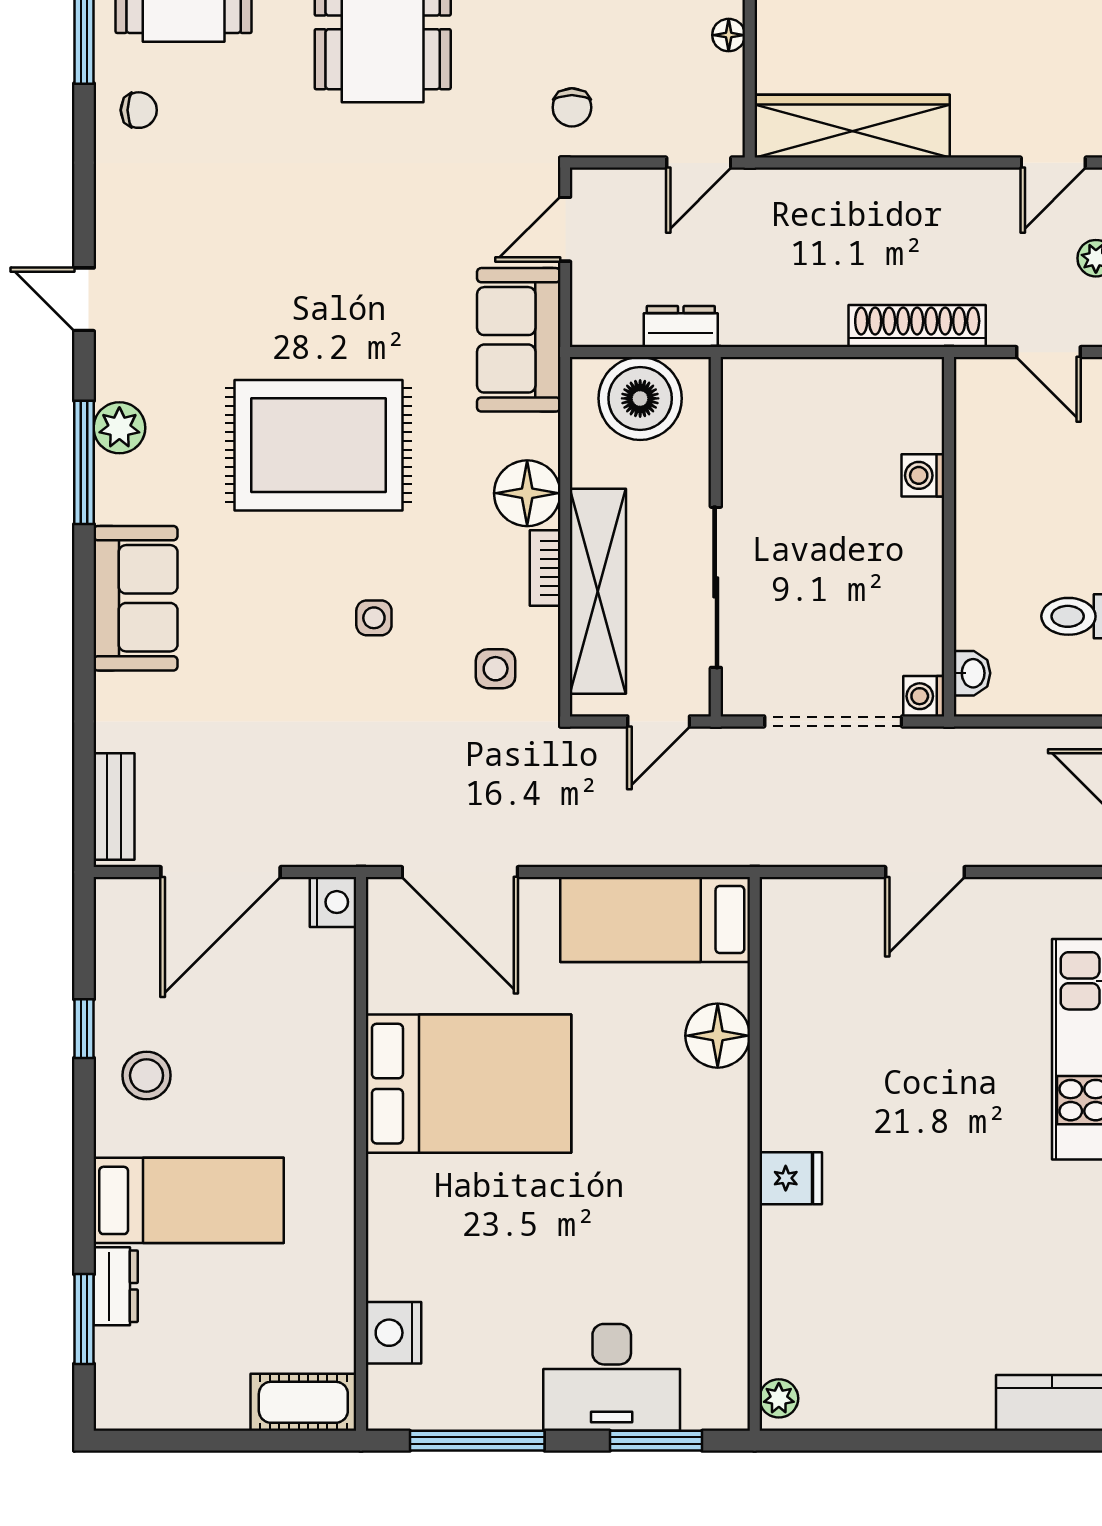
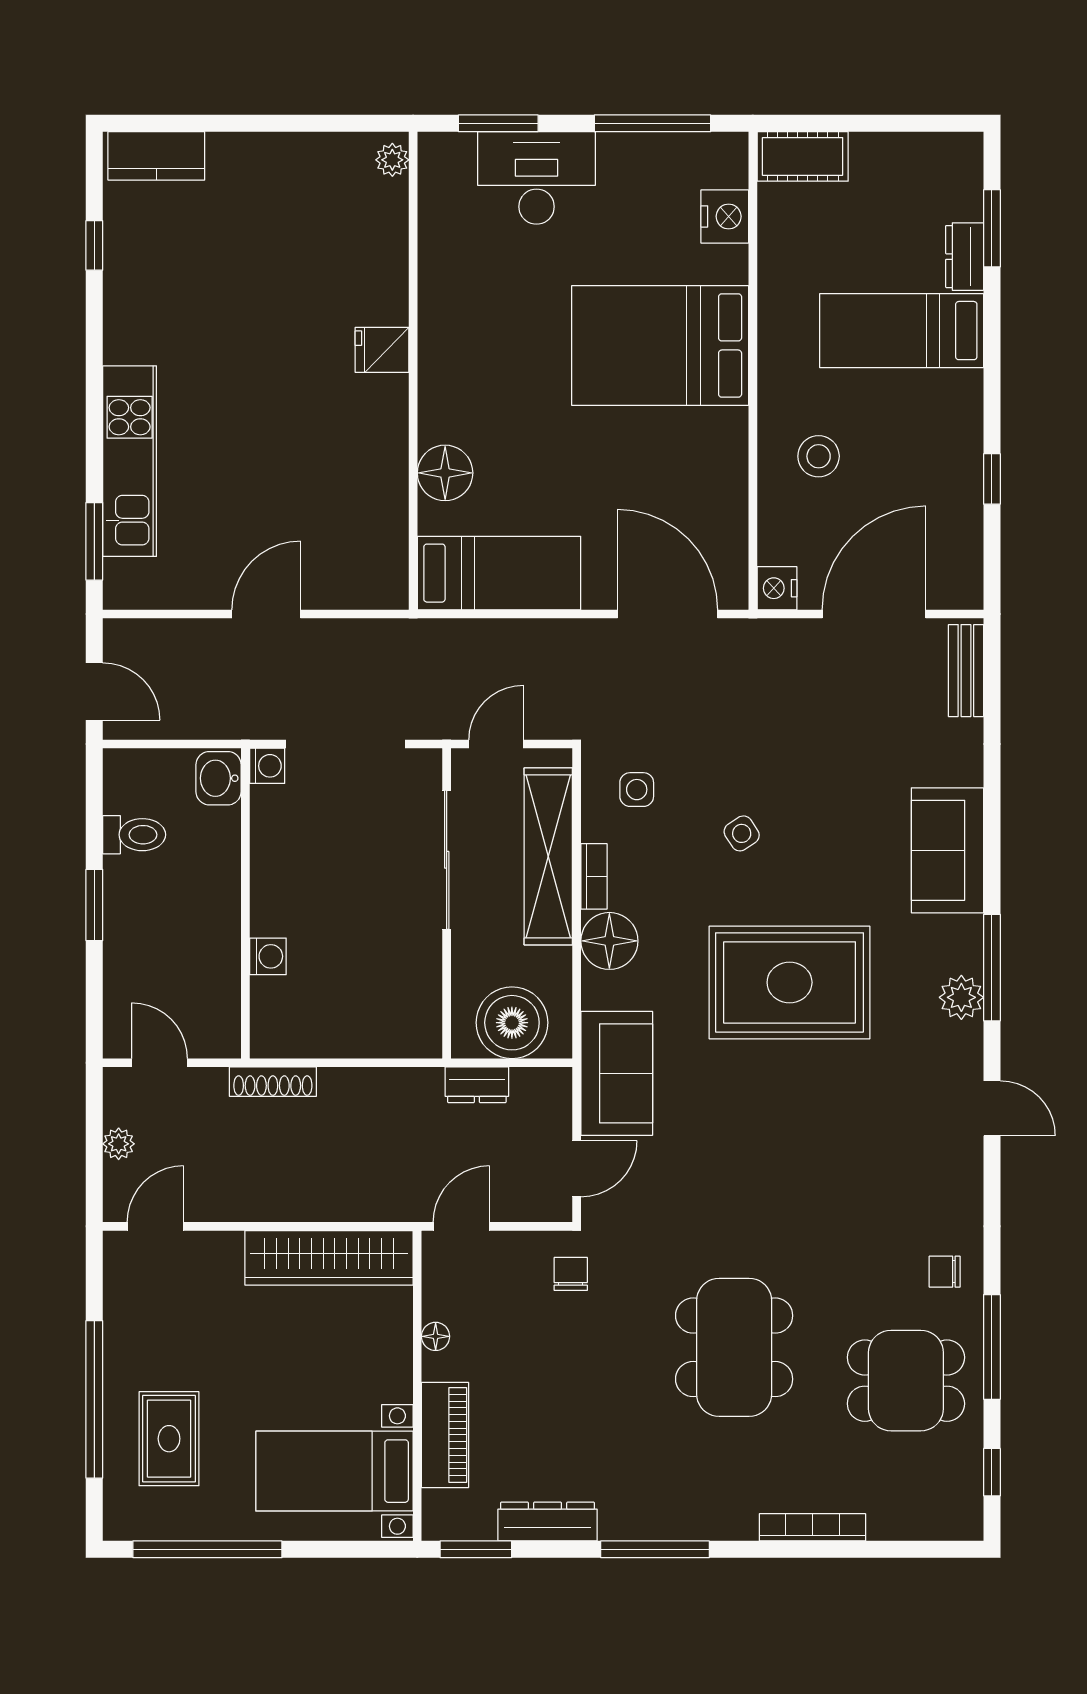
shoe rack: (917, 326) -> (273, 1082), width x0.74, depth x0.81
side table: (374, 618) -> (742, 833), turned -33
washbasin: (972, 673) -> (219, 778), width x1.38, depth x1.45
stool: (147, 1075) -> (819, 456), moved
bed: (468, 1084) -> (660, 345), moved

